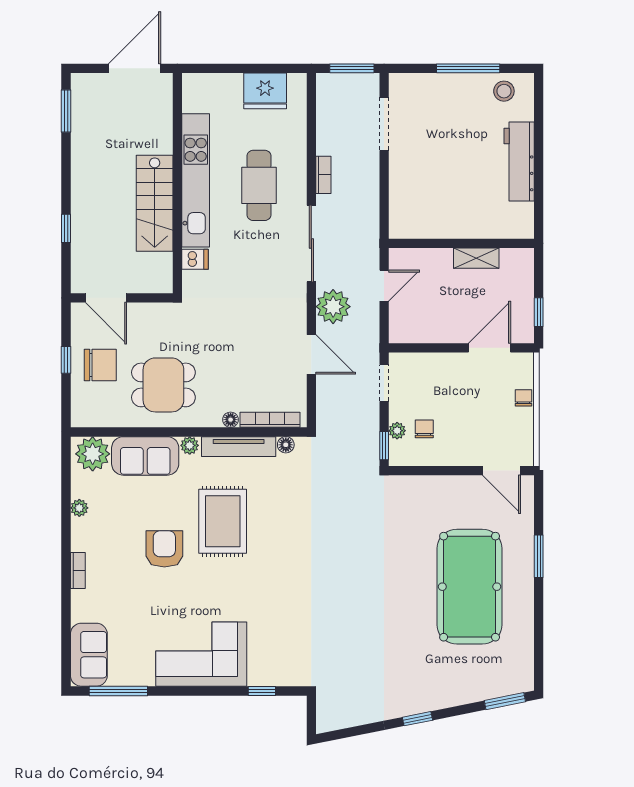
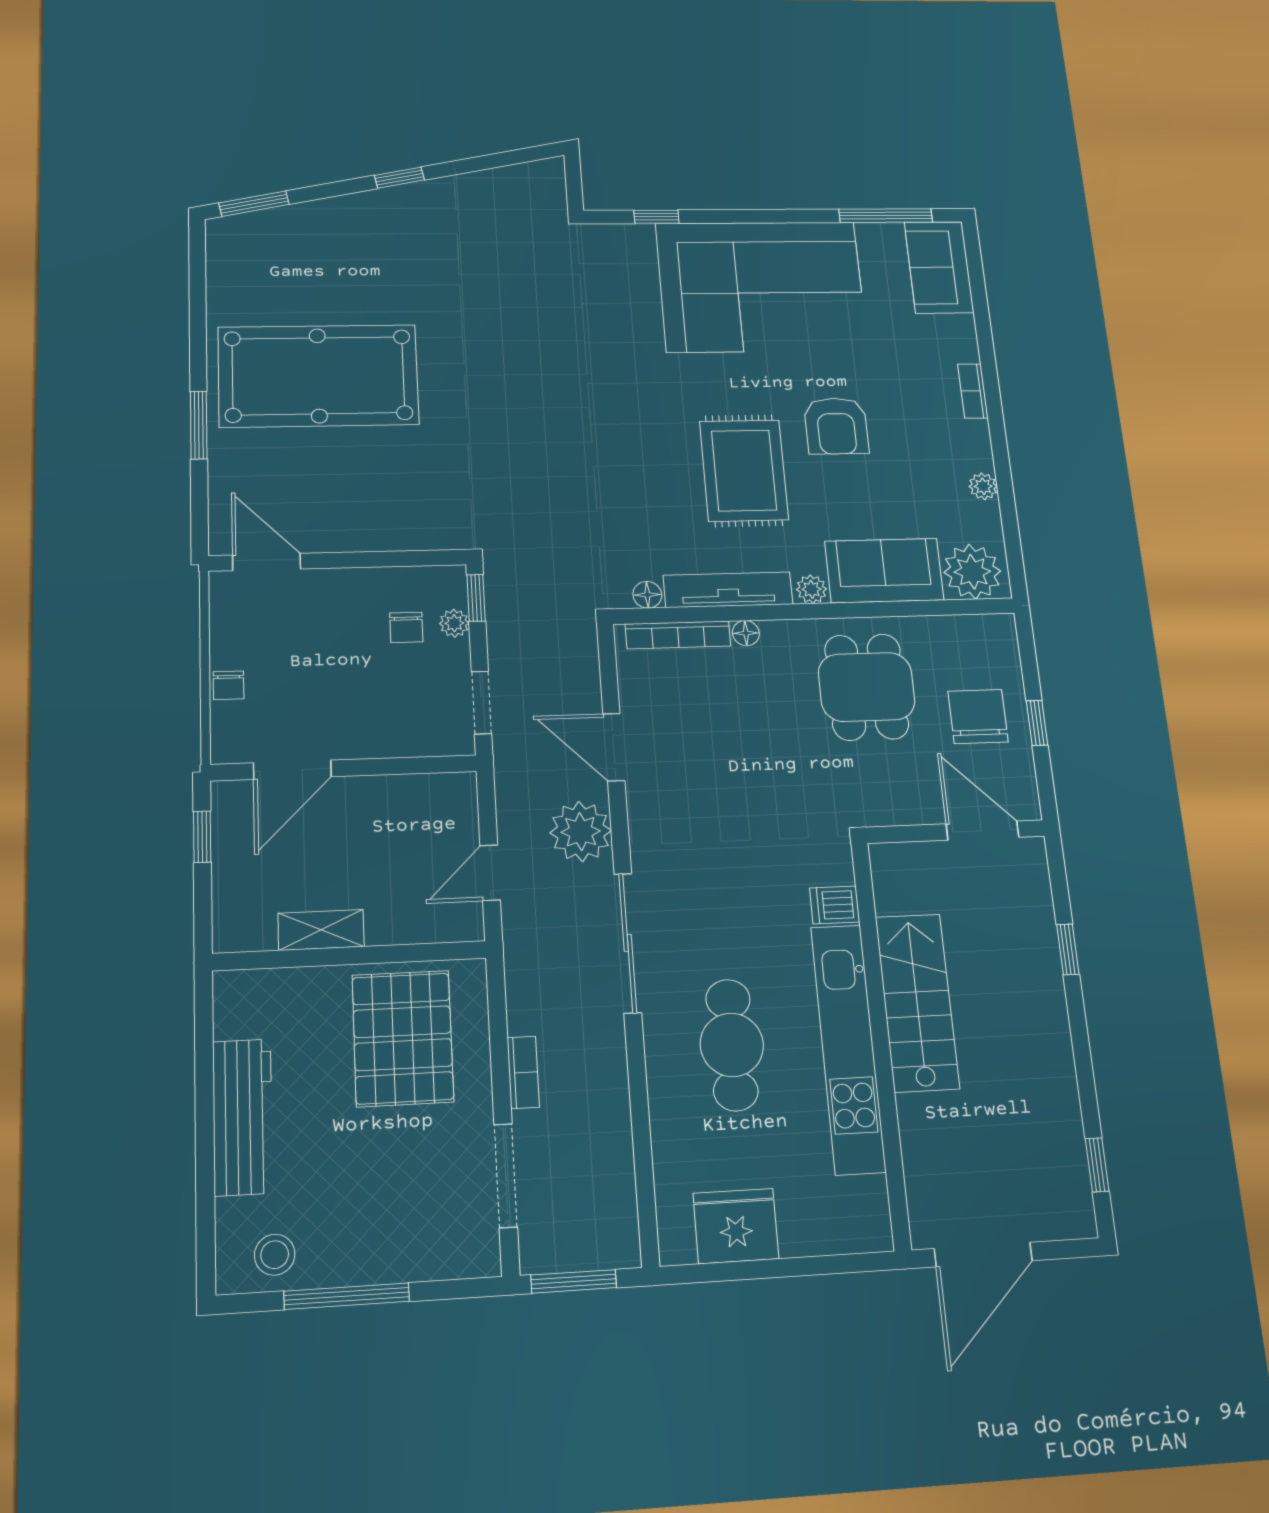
window: (66, 111) -> (1097, 1165), width x0.67
bookcase: (323, 175) -> (523, 1072), moved, turned 180
pallet: (435, 198) -> (403, 1038), added
chair: (100, 365) -> (978, 717), turned 90
dining table: (163, 385) -> (867, 687), turned 90
pool table: (470, 587) -> (318, 376), turned 90
corner sofa: (201, 654) -> (761, 287), width x1.36, depth x1.36

